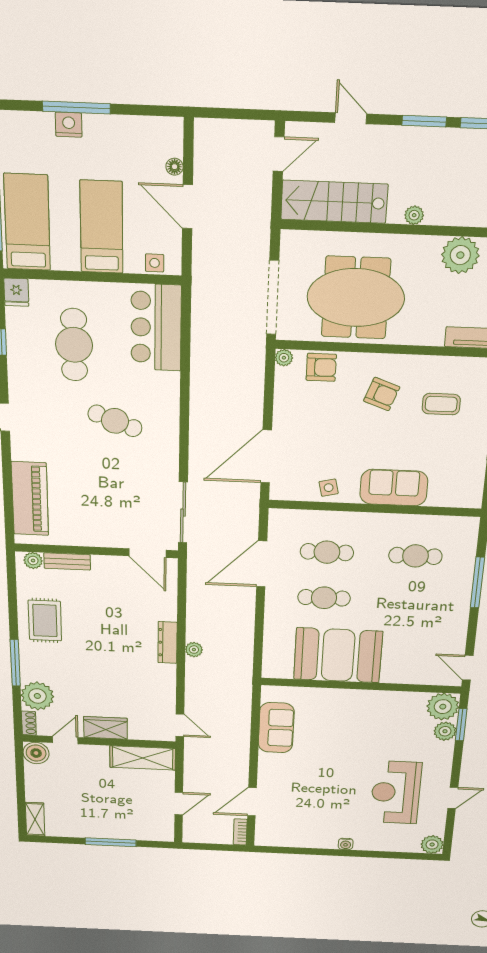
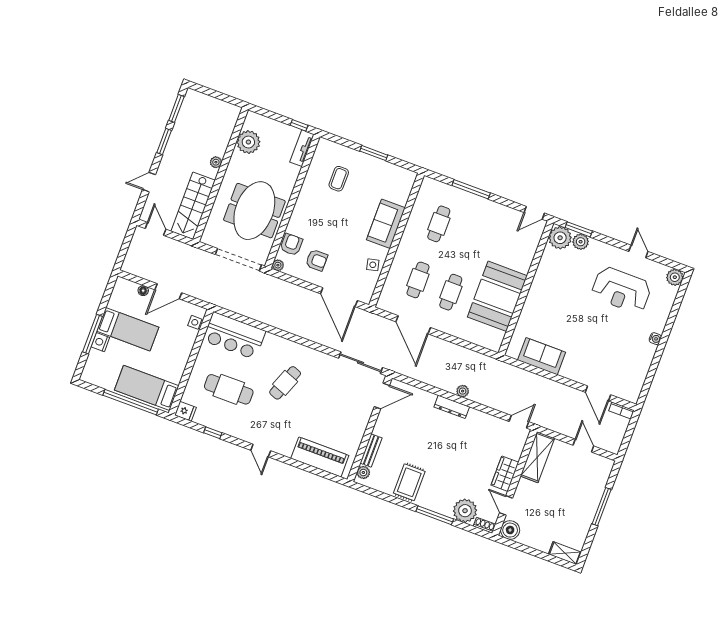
bed: (102, 227) -> (128, 329), moved, turned 180
armchair: (382, 394) -> (317, 260), moved, turned 70
rug: (45, 620) -> (409, 482), turned 90

